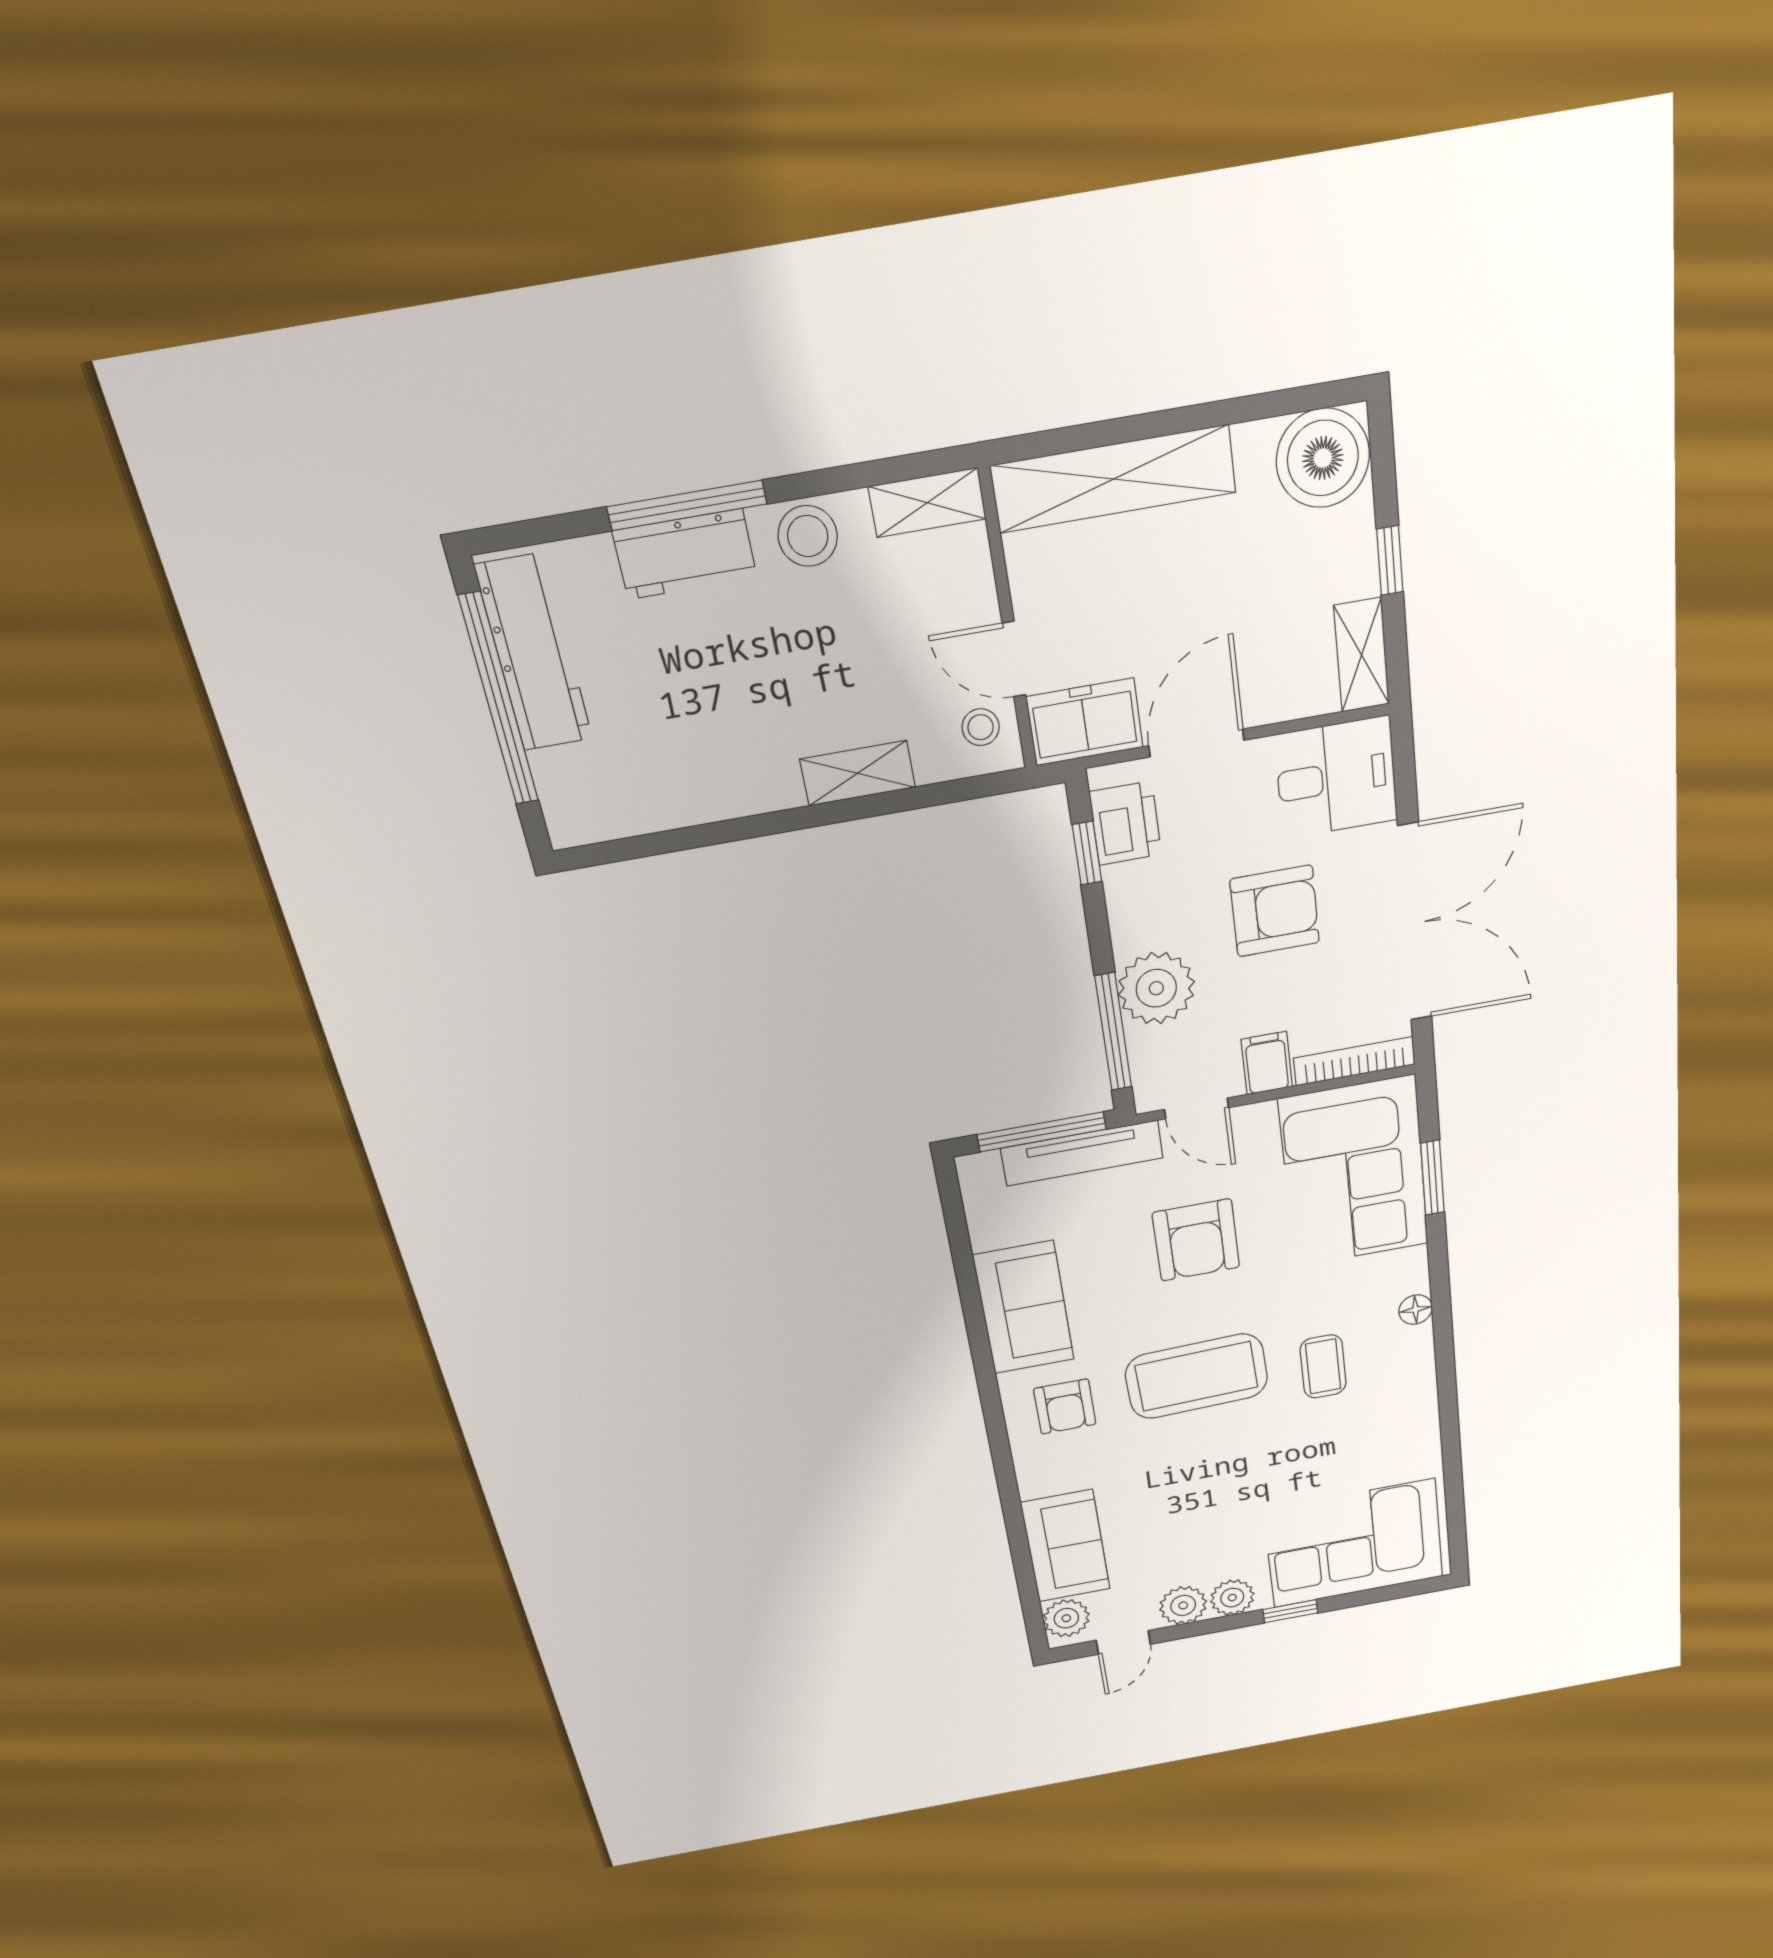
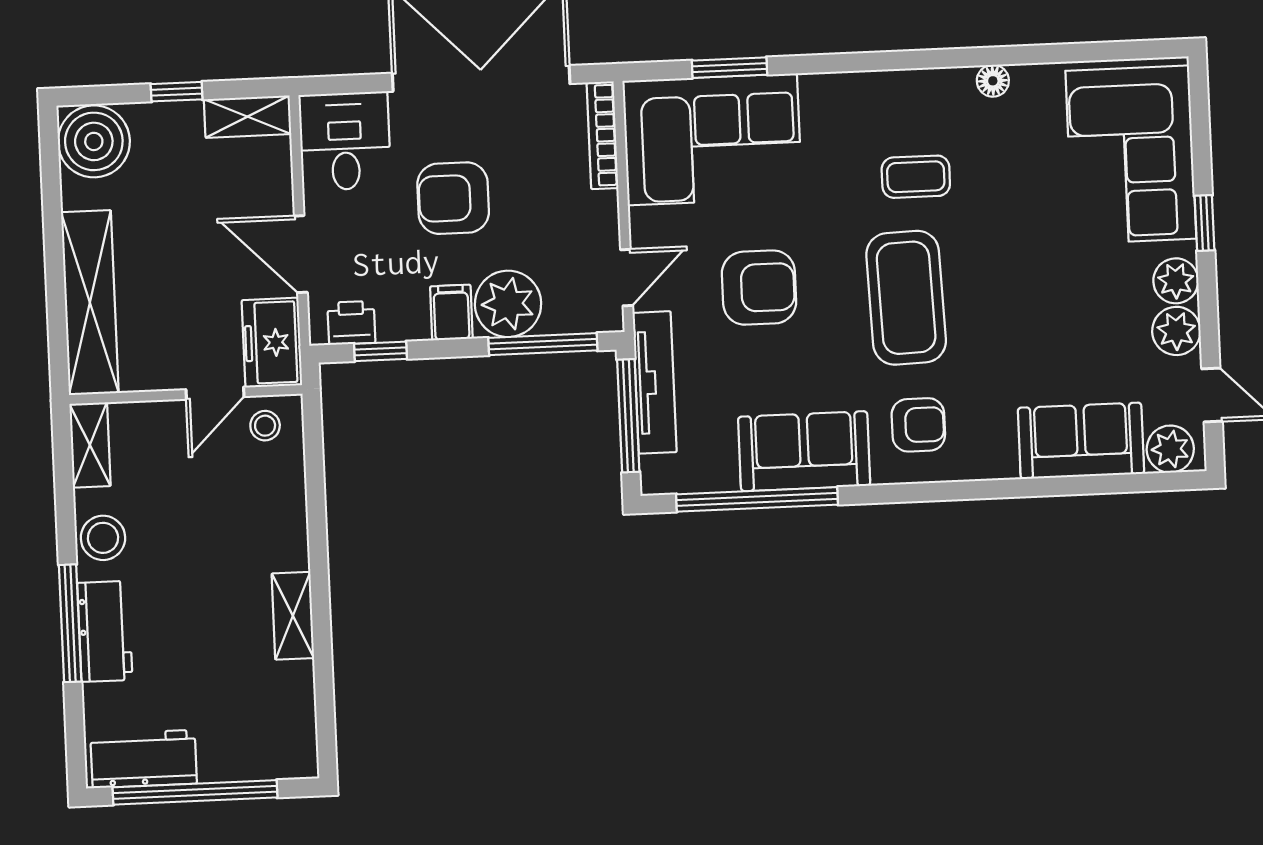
workbench: (534, 653) -> (144, 759), width x0.73
shelving: (858, 773) -> (293, 616), moved
printer: (1125, 823) -> (351, 323), width x0.73, depth x0.81
armchair: (1275, 911) -> (453, 198), turned -90
filing cabinet: (1267, 1063) -> (451, 312), moved, turned 90
window: (965, 1271) -> (757, 499), added
floor lamp: (1416, 1310) -> (993, 81), moved

